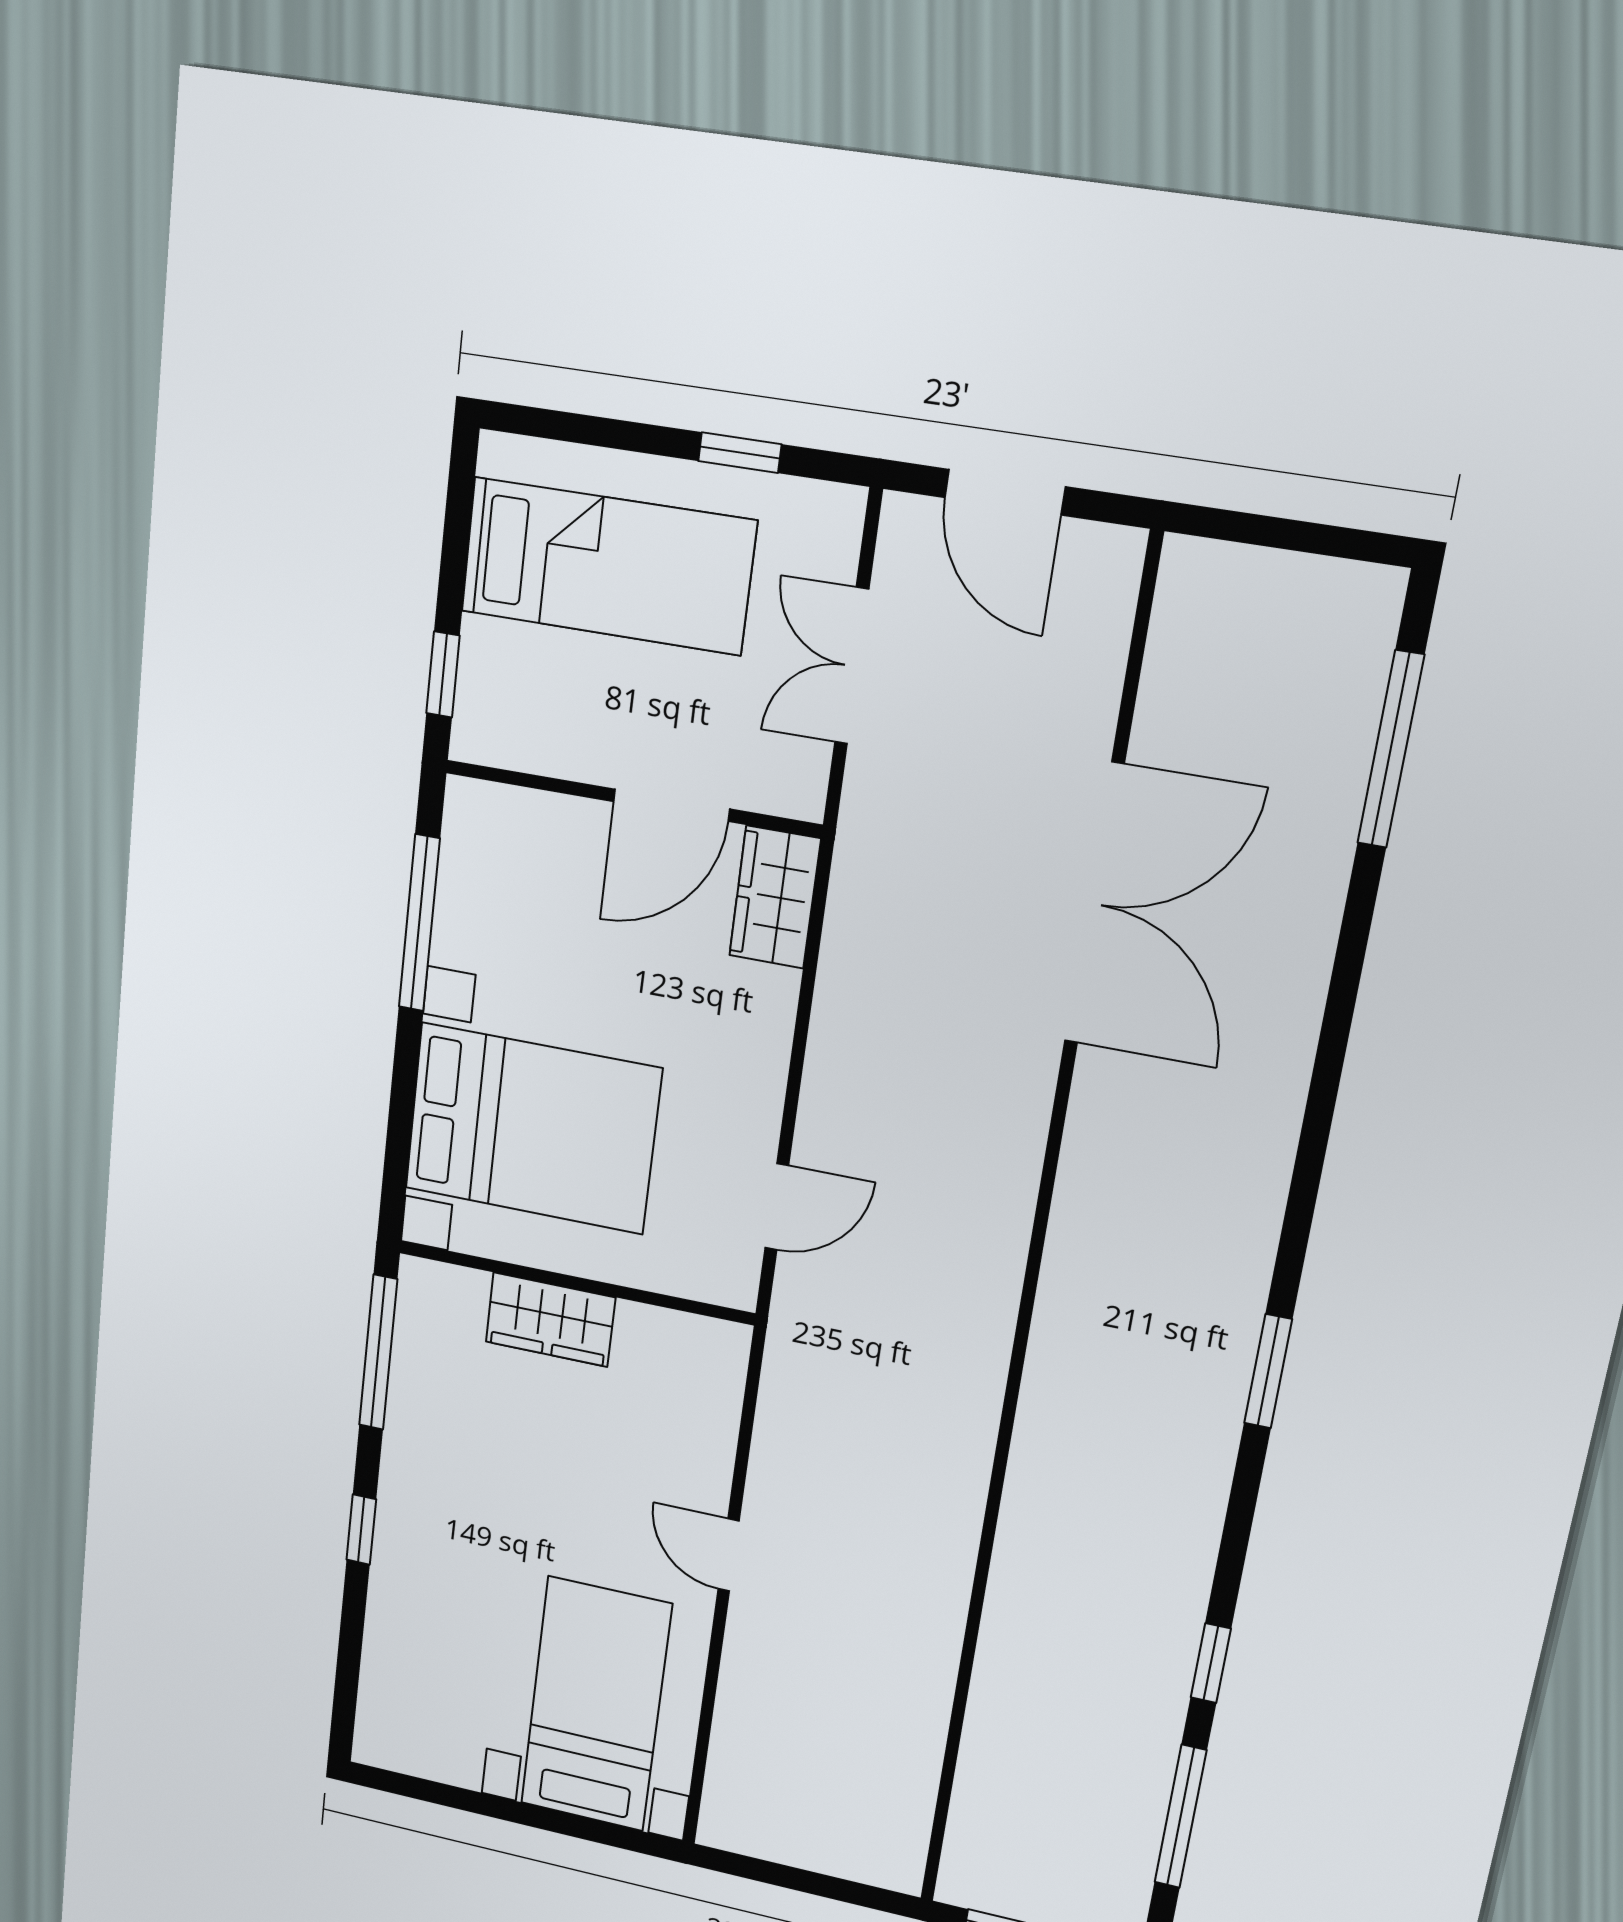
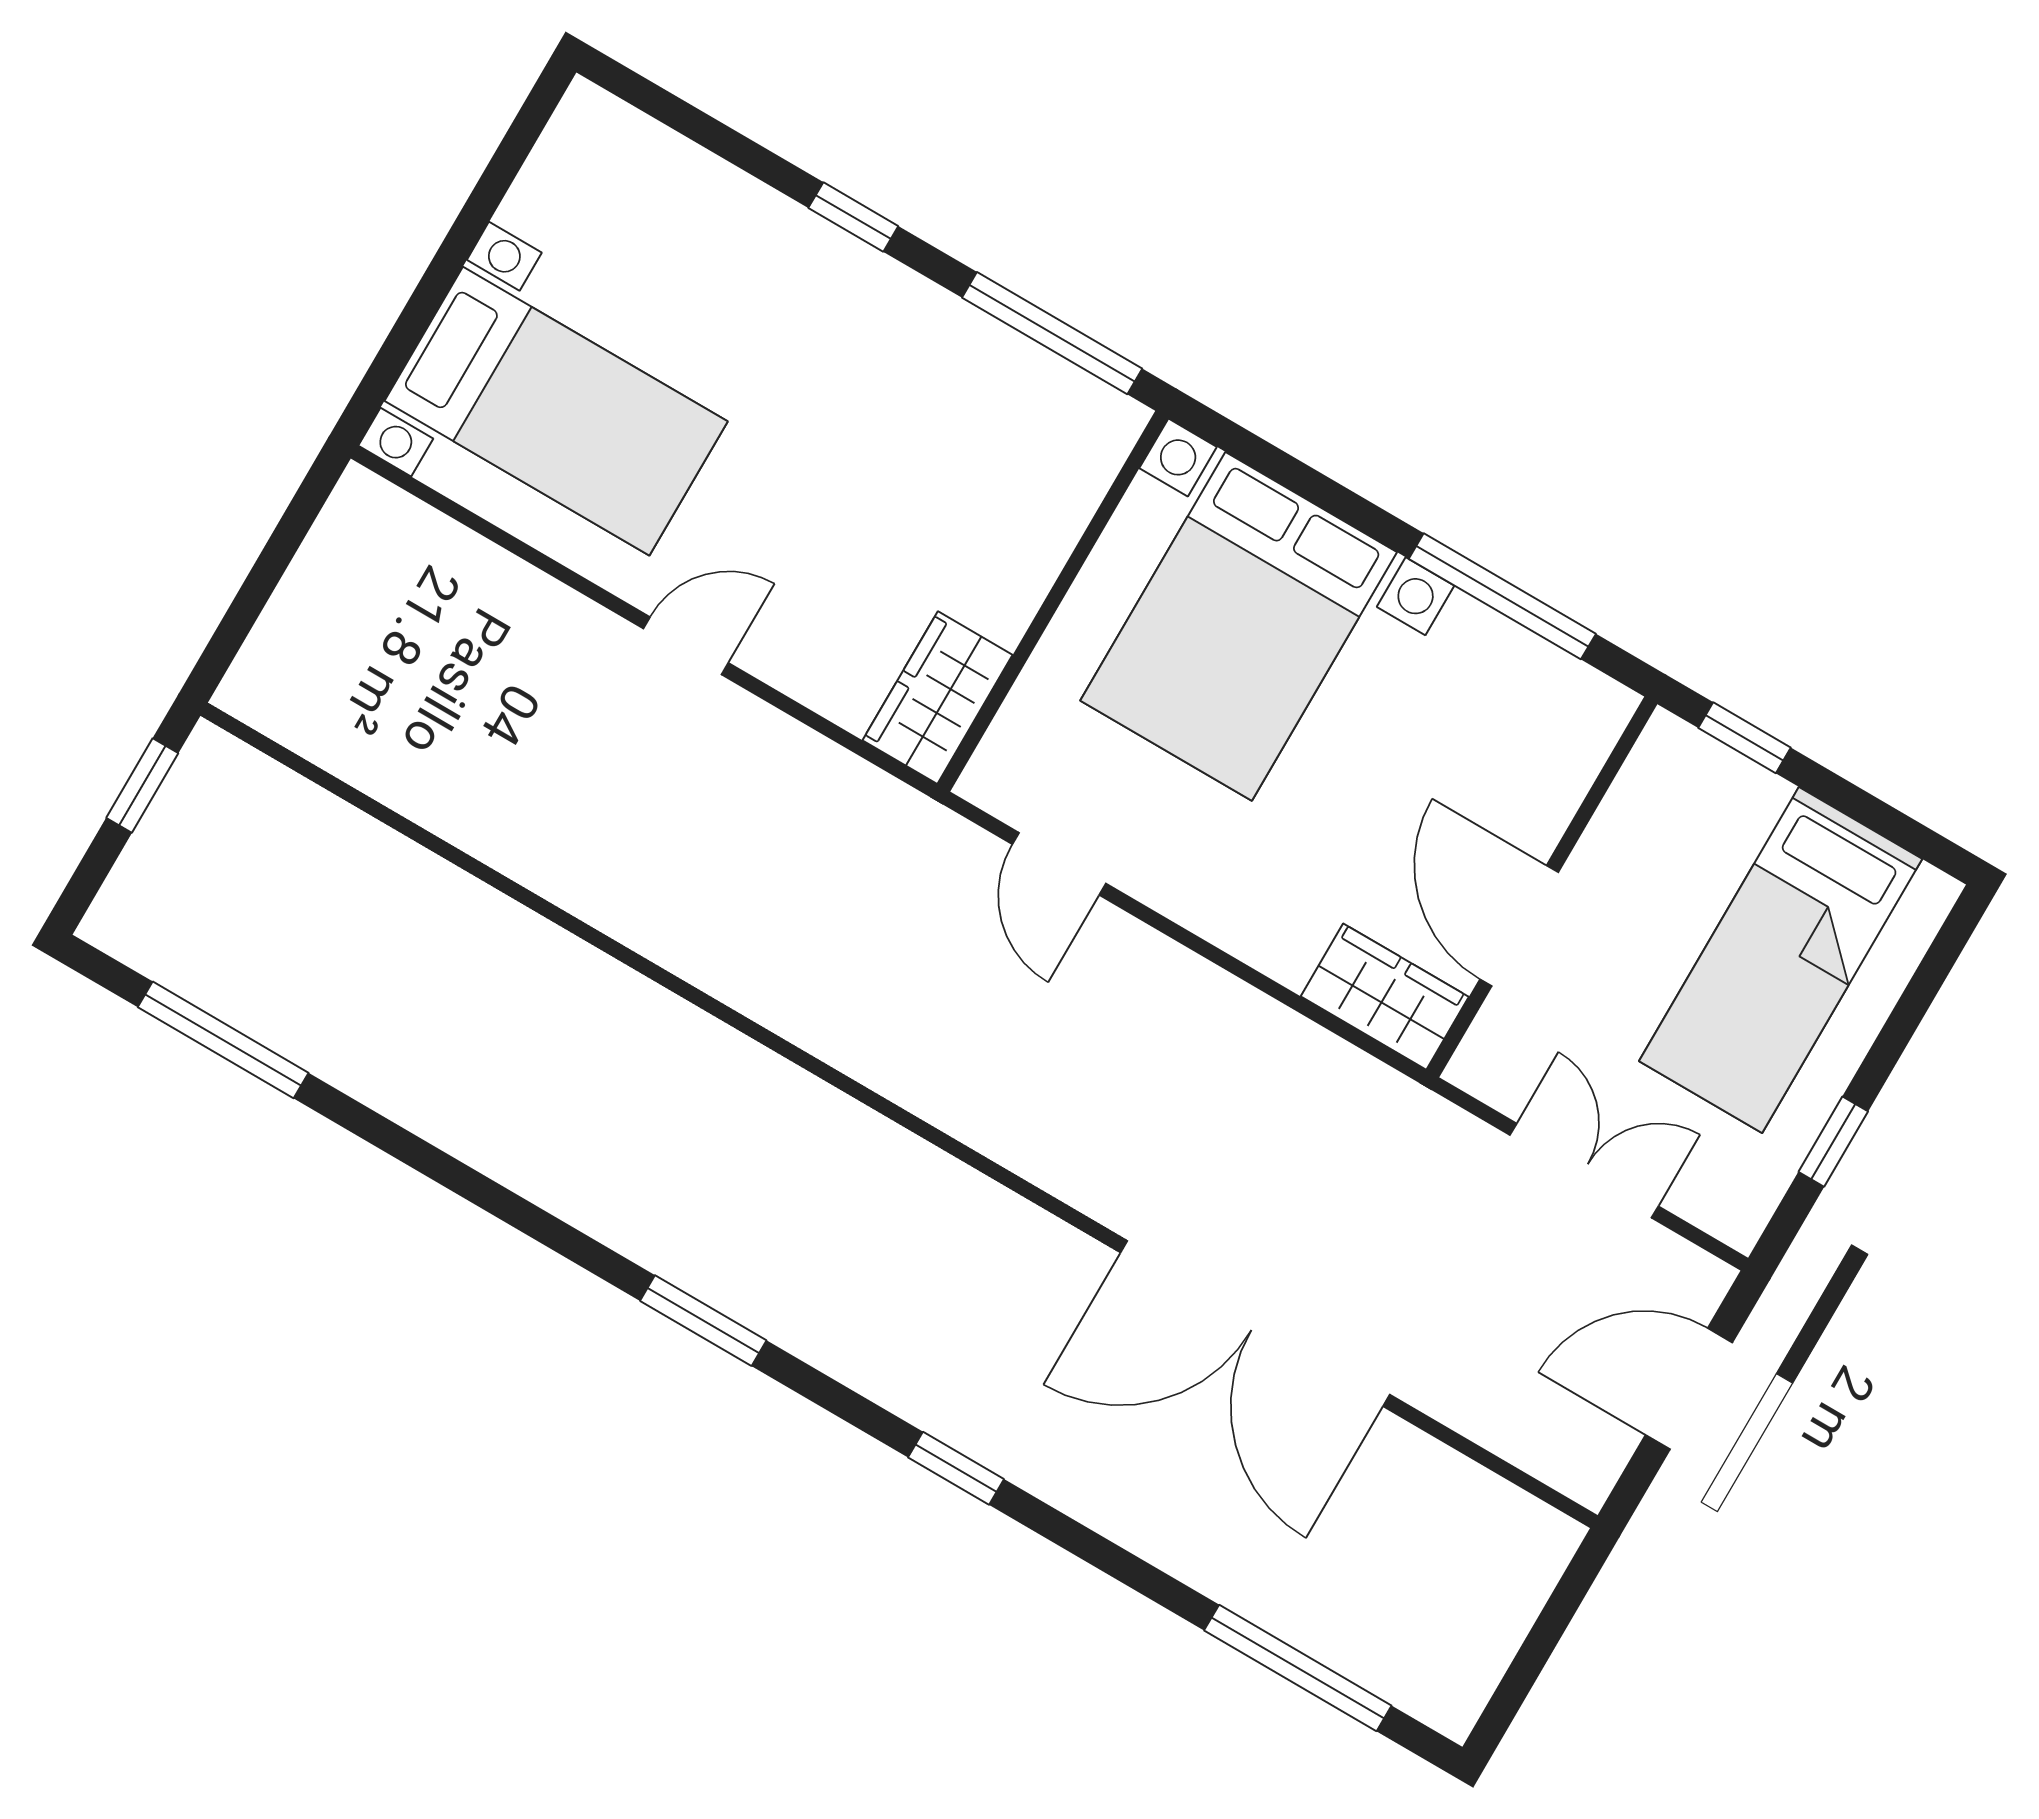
wardrobe: (550, 1320) -> (938, 698), moved
window: (1211, 1663) -> (956, 1468), moved

